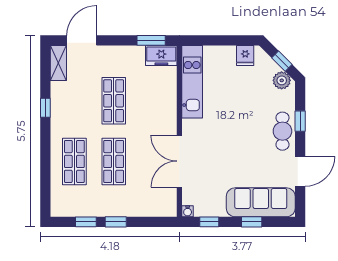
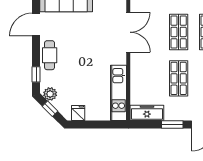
window: (151, 40) -> (172, 125), moved
freezer: (161, 55) -> (147, 113), width x1.40
window: (300, 121) -> (36, 74), moved

